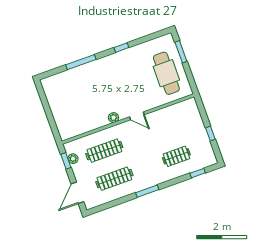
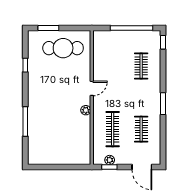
window: (121, 48) -> (25, 65), moved
window: (210, 134) -> (132, 28), width x3.17
window: (198, 173) -> (163, 42), moved
clothes rail: (114, 179) -> (141, 129), width x0.73

